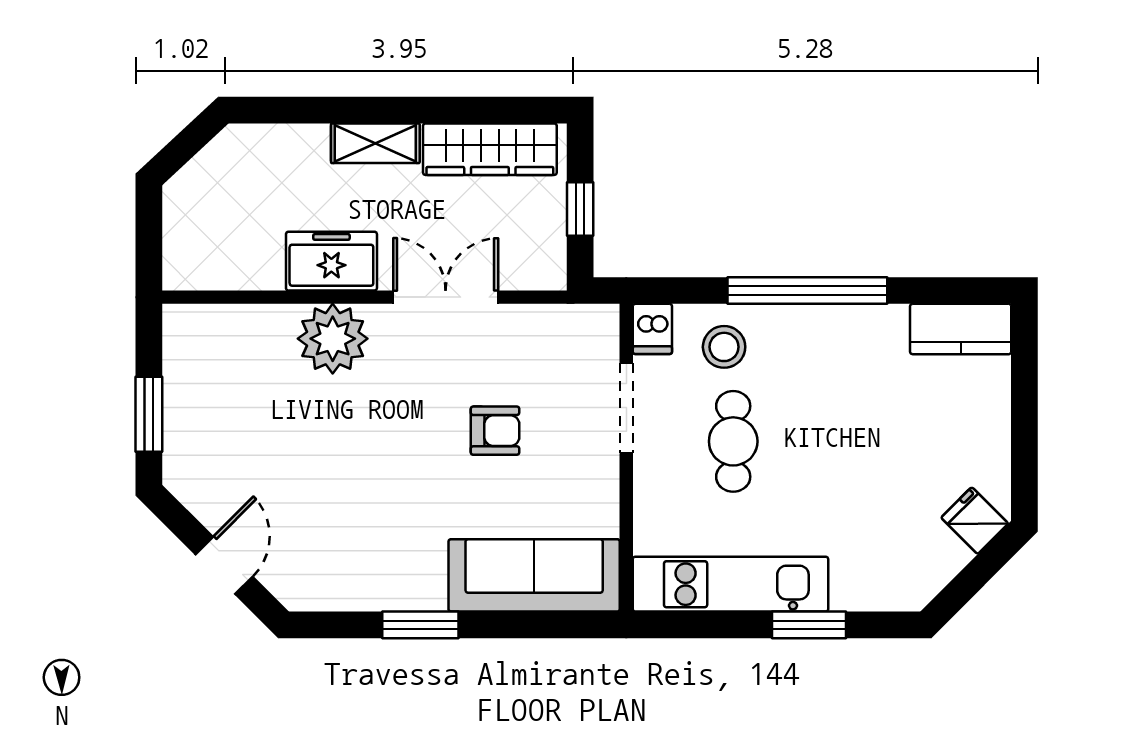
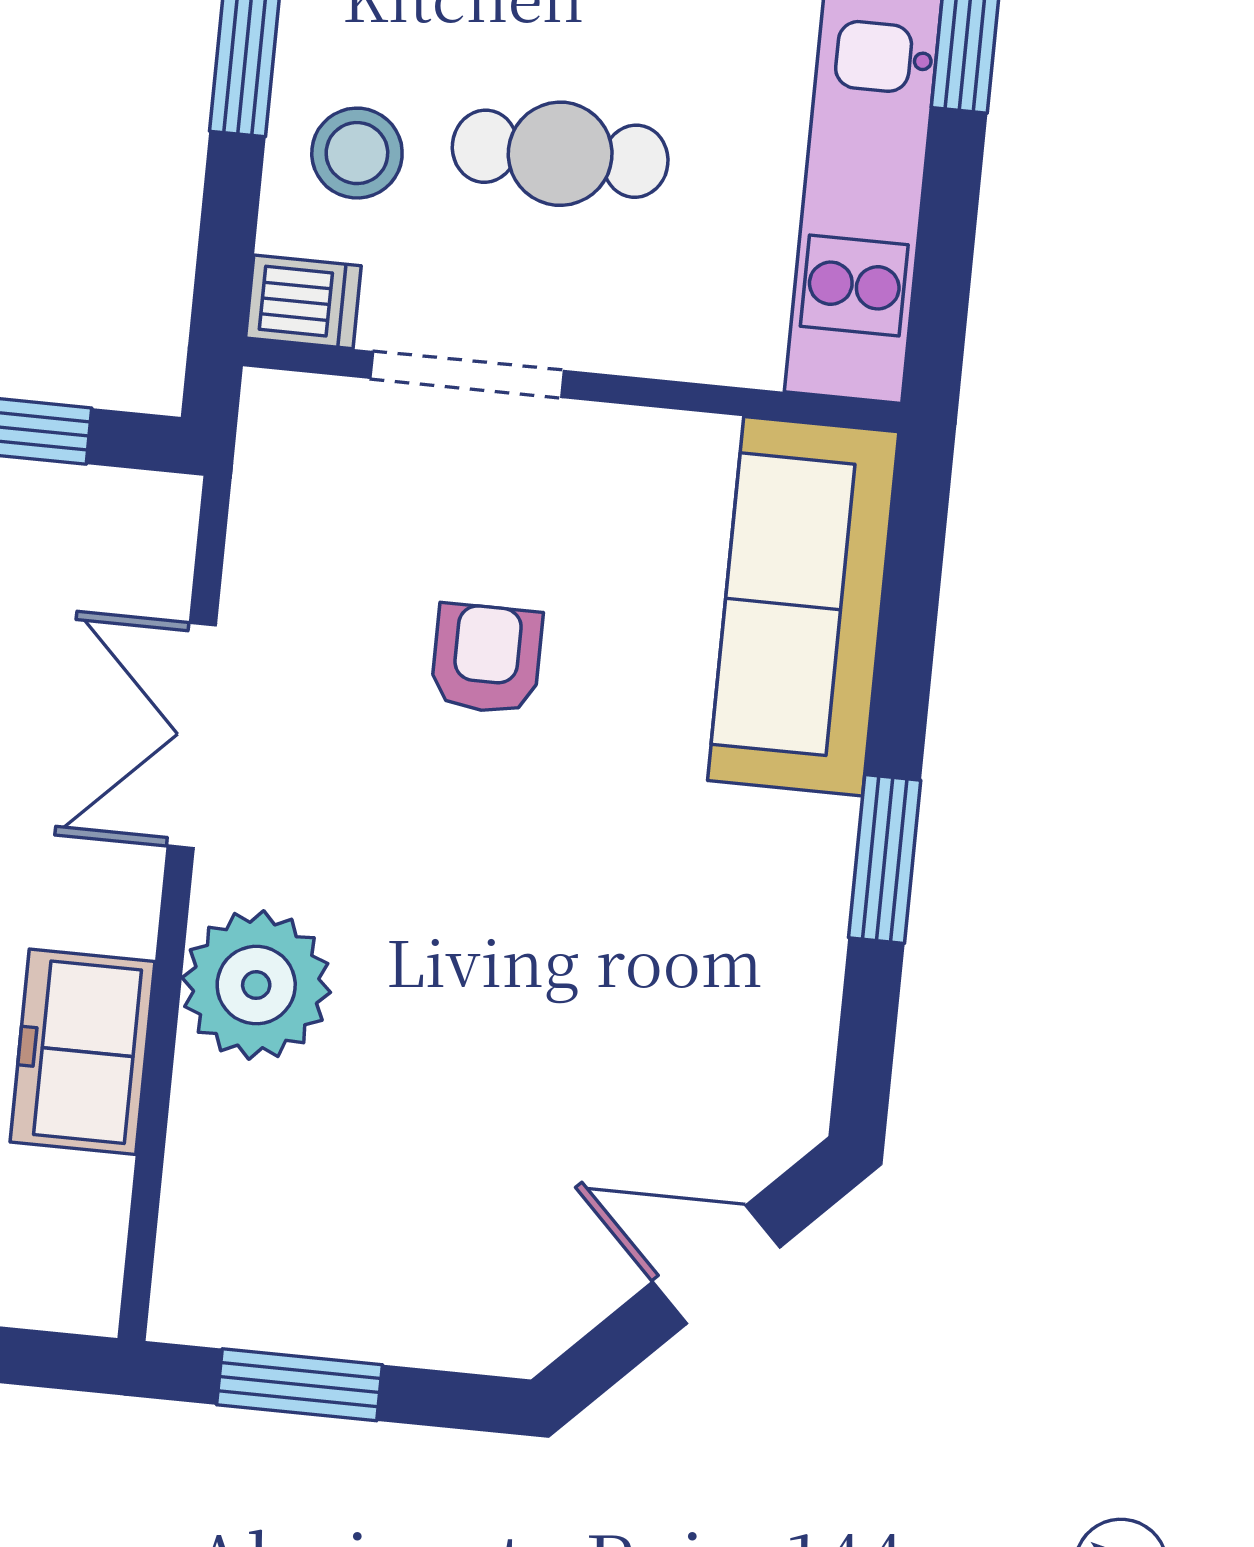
freezer: (331, 261) -> (83, 1052), moved
window: (149, 414) -> (300, 1385), moved

